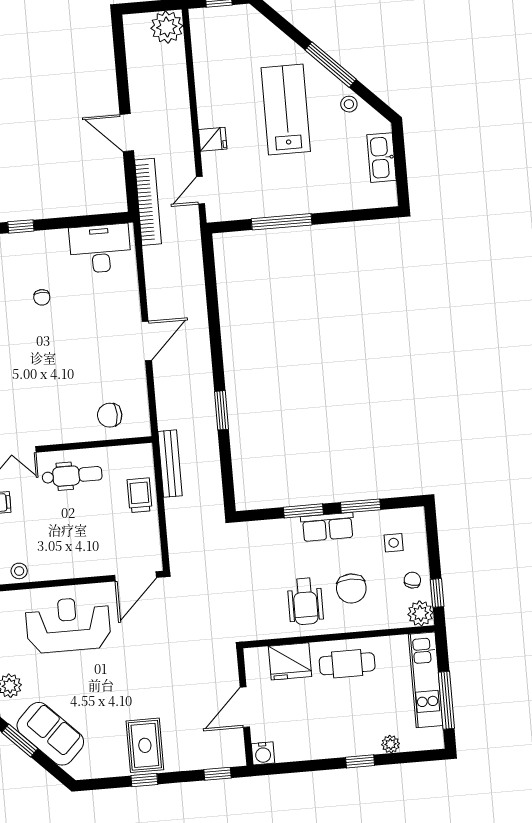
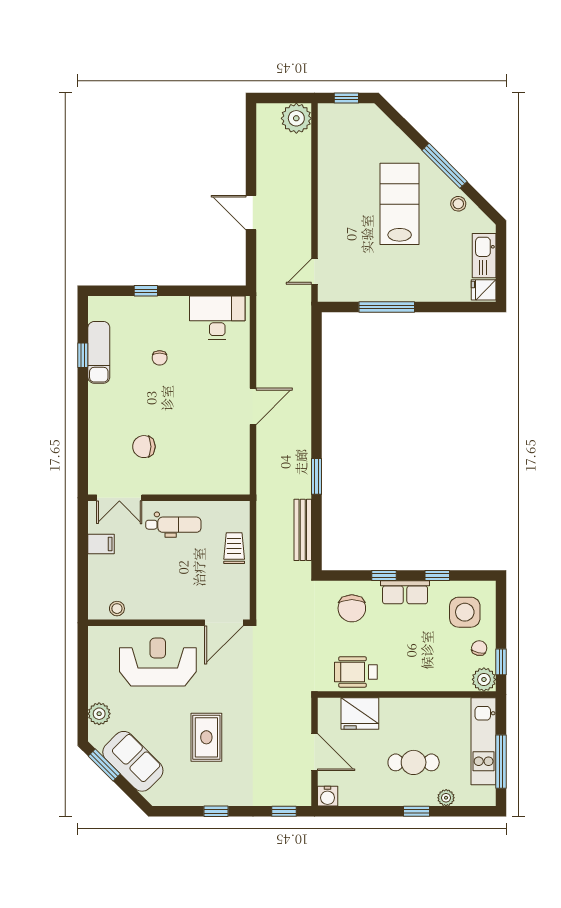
fridge: (213, 139) -> (484, 290), moved, turned 180
bookcase: (148, 202) -> (265, 278), removed
chair: (110, 415) -> (144, 447), moved
bench: (170, 464) -> (303, 530), moved
window: (361, 506) -> (437, 576), width x0.67
window: (303, 511) -> (384, 576), width x0.67
side table: (394, 543) -> (465, 612), width x1.87, depth x1.87
chair: (351, 588) -> (352, 608), moved
wheelchair: (305, 601) -> (356, 672), moved, turned 90
cafe table: (347, 664) -> (414, 762), moved
door: (245, 707) -> (314, 752), swing flipped
rug: (145, 745) -> (206, 737), moved

